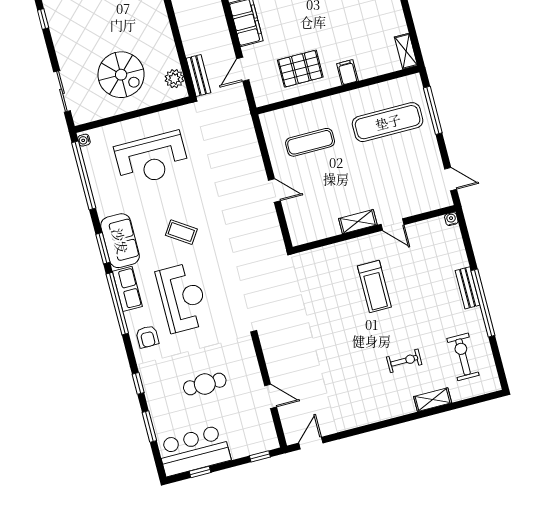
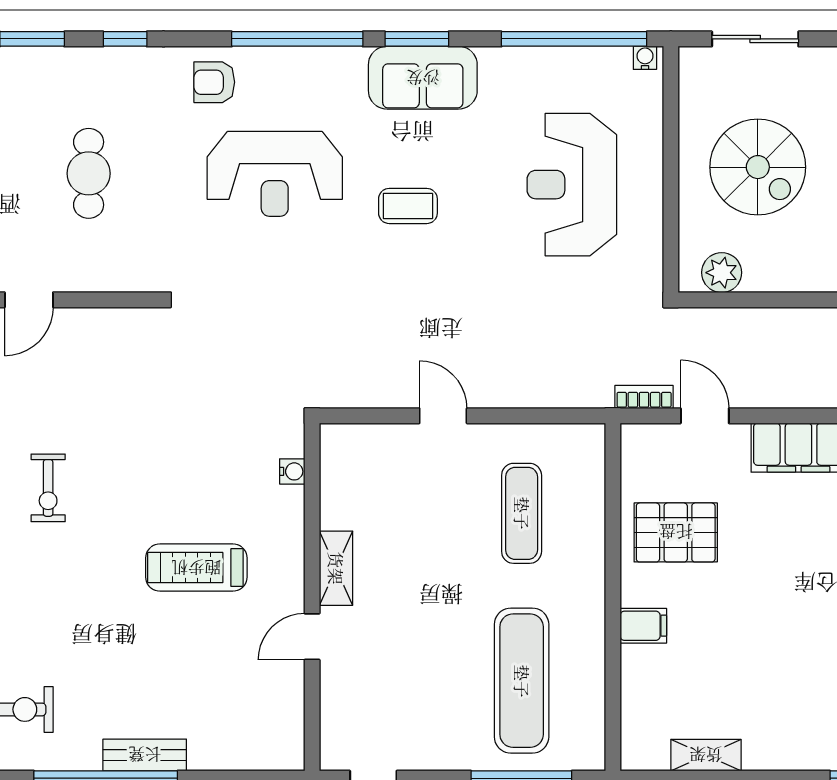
shelving: (406, 51) -> (706, 755), moved
pallet: (300, 69) -> (676, 532), turned 90
spiral stairs: (121, 75) -> (758, 167), turned -90
bench: (198, 75) -> (715, 323), removed
bookcase: (241, 100) -> (644, 397), added
door: (274, 190) -> (443, 416), swing flipped
water cooler: (451, 219) -> (292, 471), moved
coffee table: (181, 232) -> (408, 206), turned 56
row of seats: (127, 289) -> (322, 67), removed
exercise bike: (404, 361) -> (48, 488), moved

